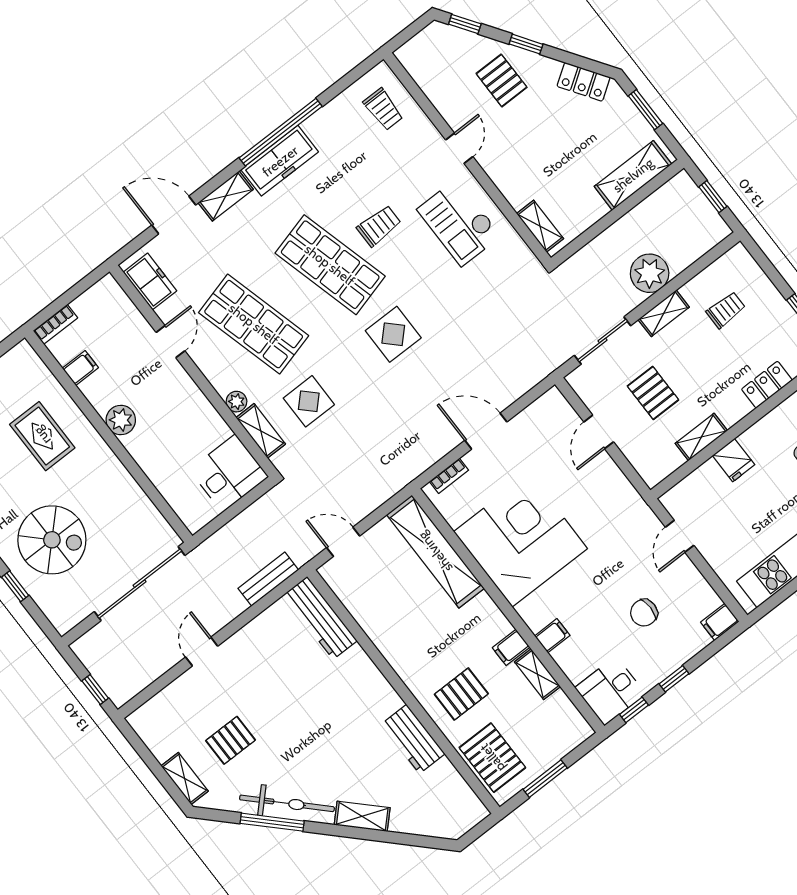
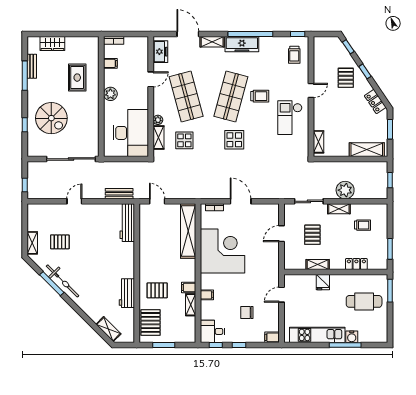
window: (362, 69) -> (298, 34), added
shop shelf: (330, 265) -> (231, 96), turned 30
desk: (229, 473) -> (131, 133), width x1.87, depth x1.30
shelving: (362, 816) -> (108, 329), moved

